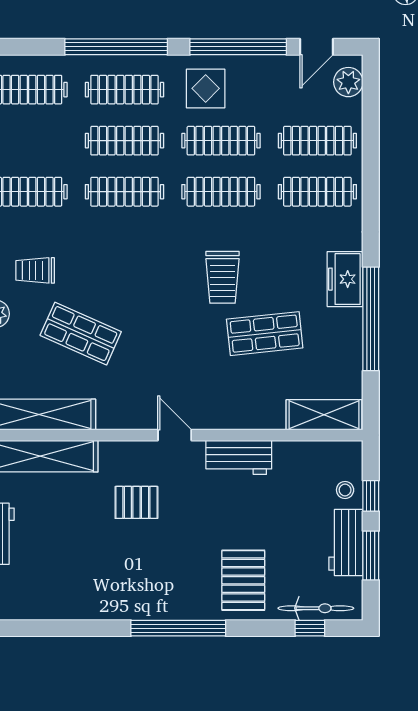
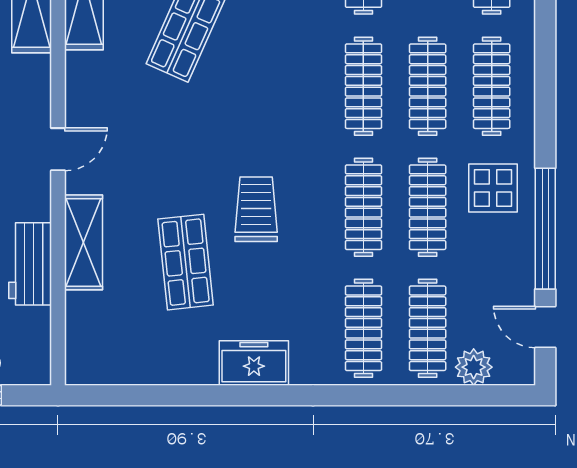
window: (116, 47) -> (545, 76), removed
plant: (348, 82) -> (474, 367), moved
trolley: (222, 277) -> (256, 209), turned 90
window: (371, 319) -> (204, 395), removed
shelving: (324, 415) -> (84, 242), moved
workbench: (239, 457) -> (30, 264), moved

